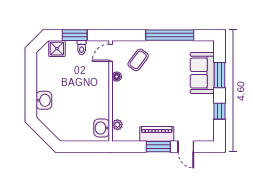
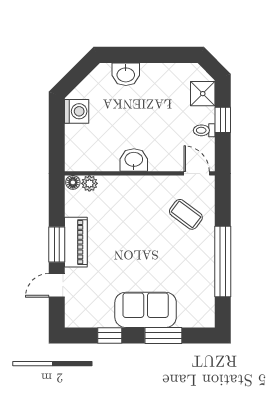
window: (75, 35) -> (223, 120), width x0.67
sofa: (202, 73) -> (146, 310), moved
floor lamp: (117, 77) -> (73, 182), moved
washbasin: (102, 128) -> (134, 160), moved
washing machine: (69, 133) -> (77, 111), added

